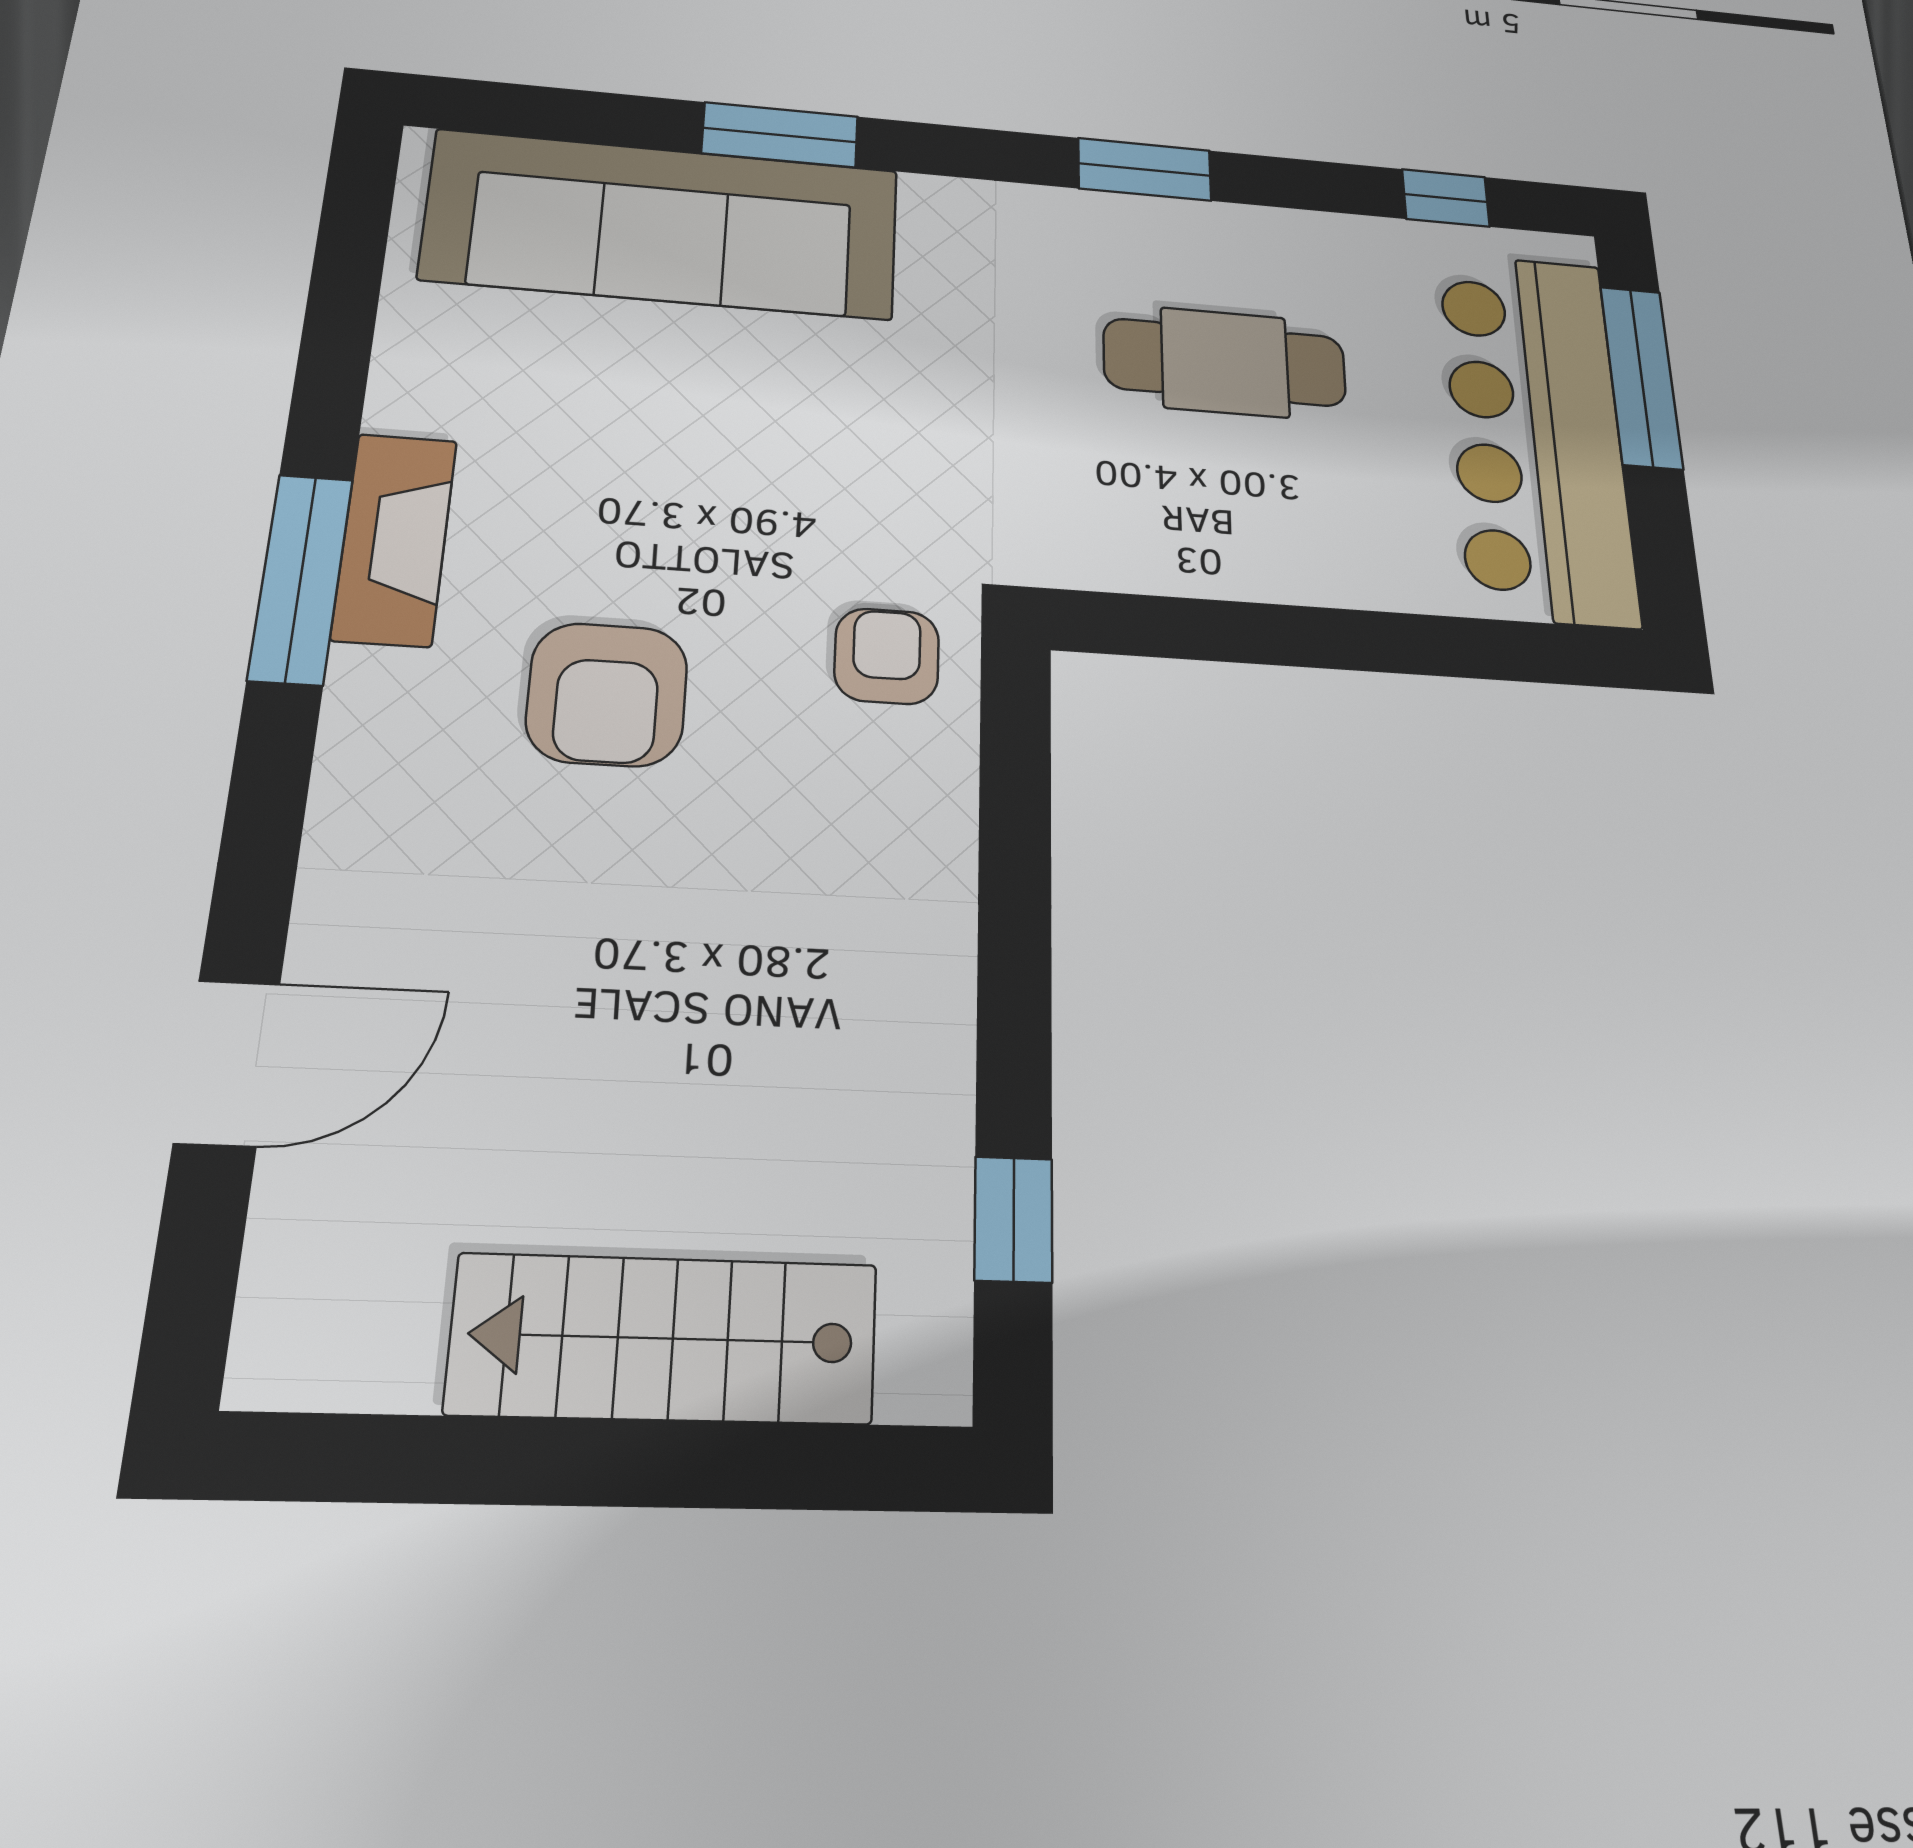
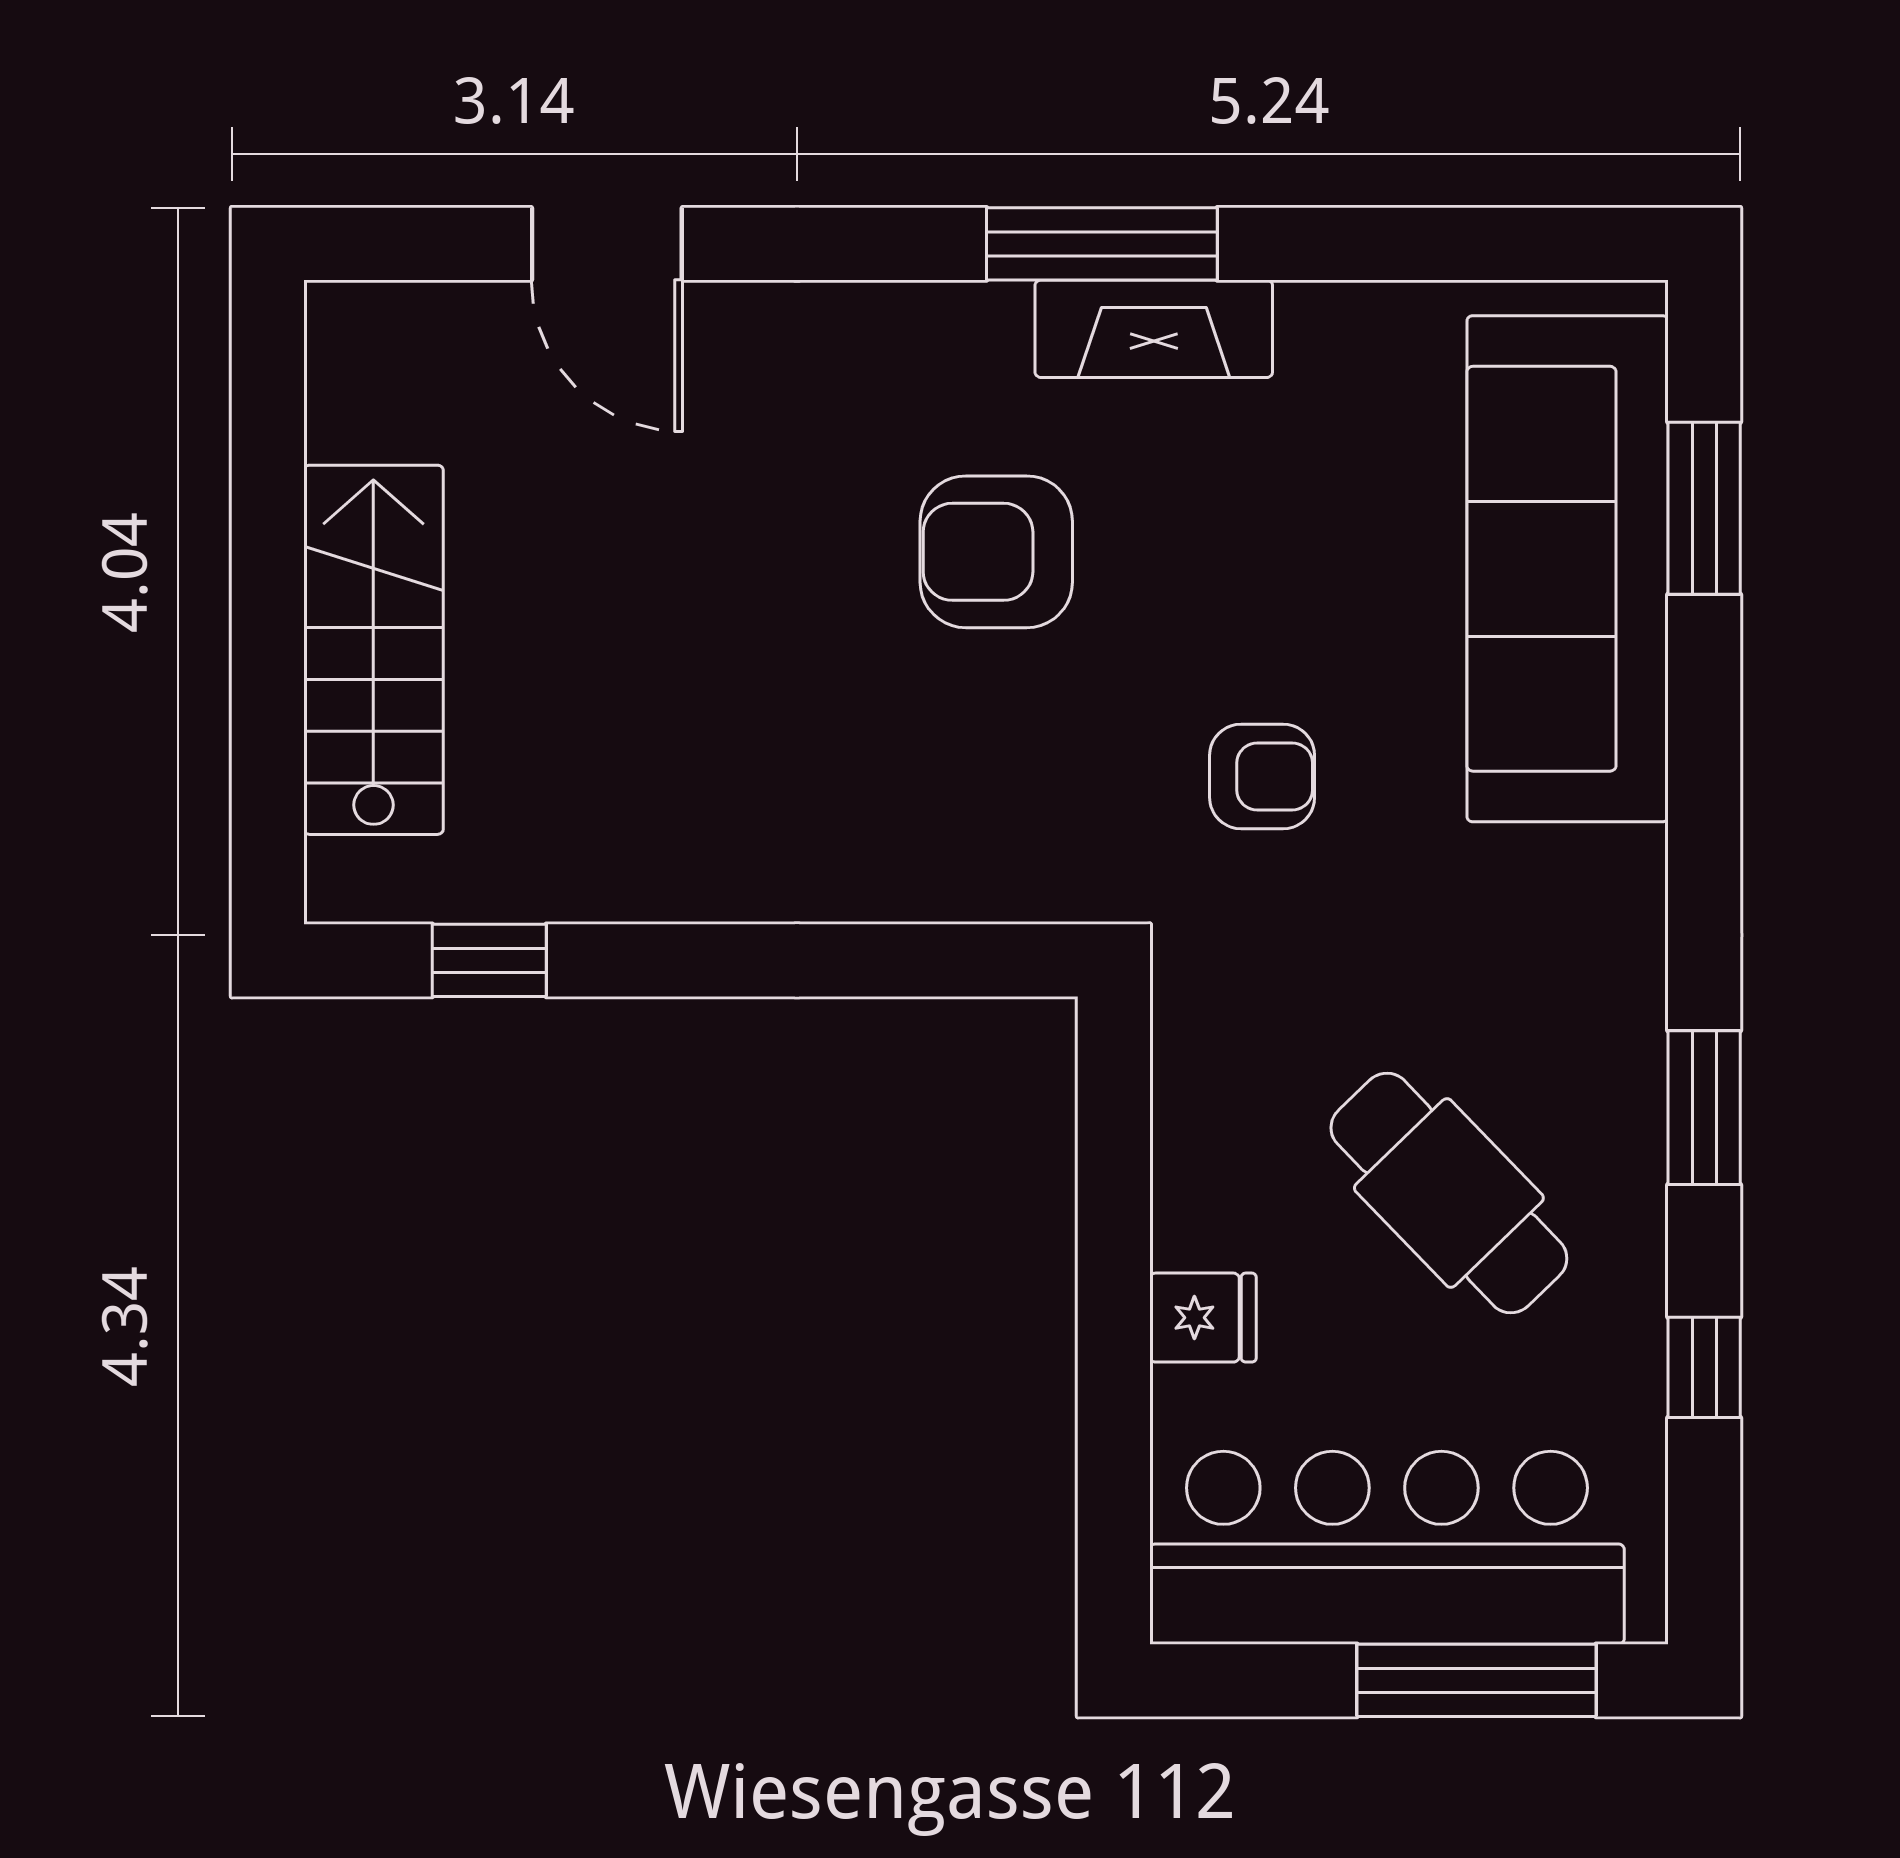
window: (780, 135) -> (1704, 508), moved
window: (1446, 198) -> (1704, 1367), moved
cafe table: (1225, 362) -> (1449, 1193), turned -44
fridge: (1346, 565) -> (1203, 1318), added
armchair: (887, 656) -> (1262, 776), moved

